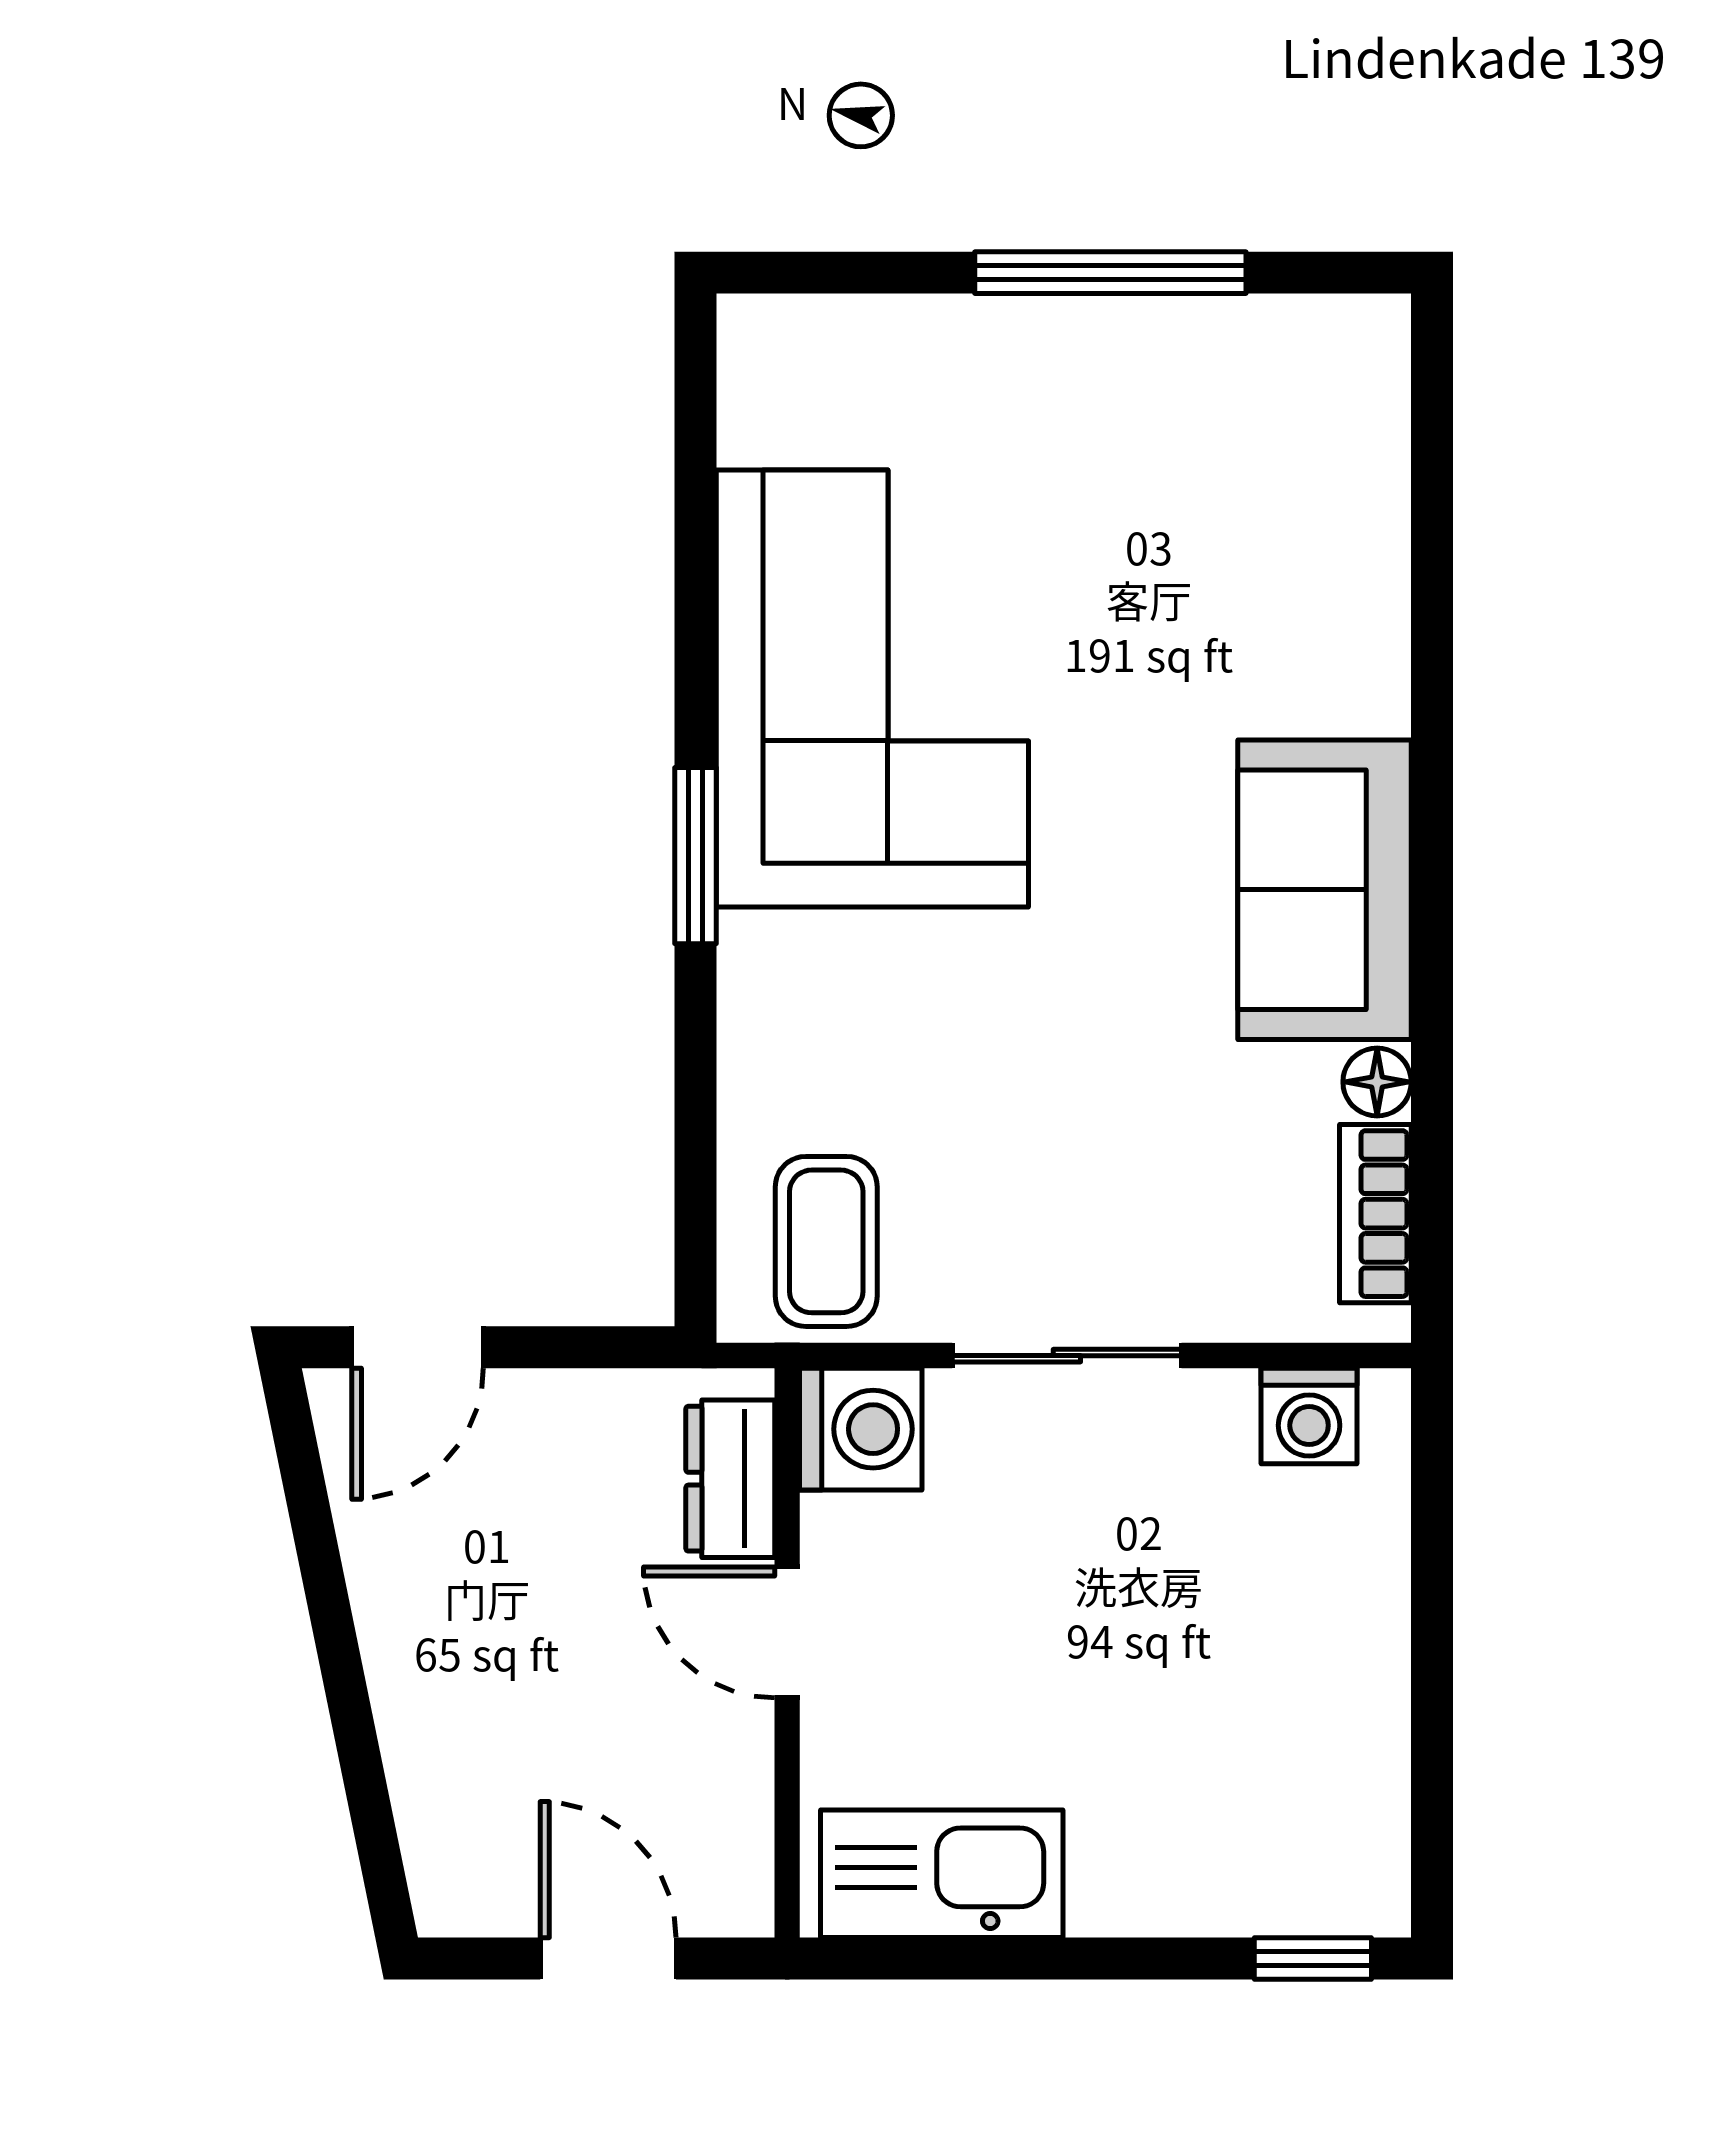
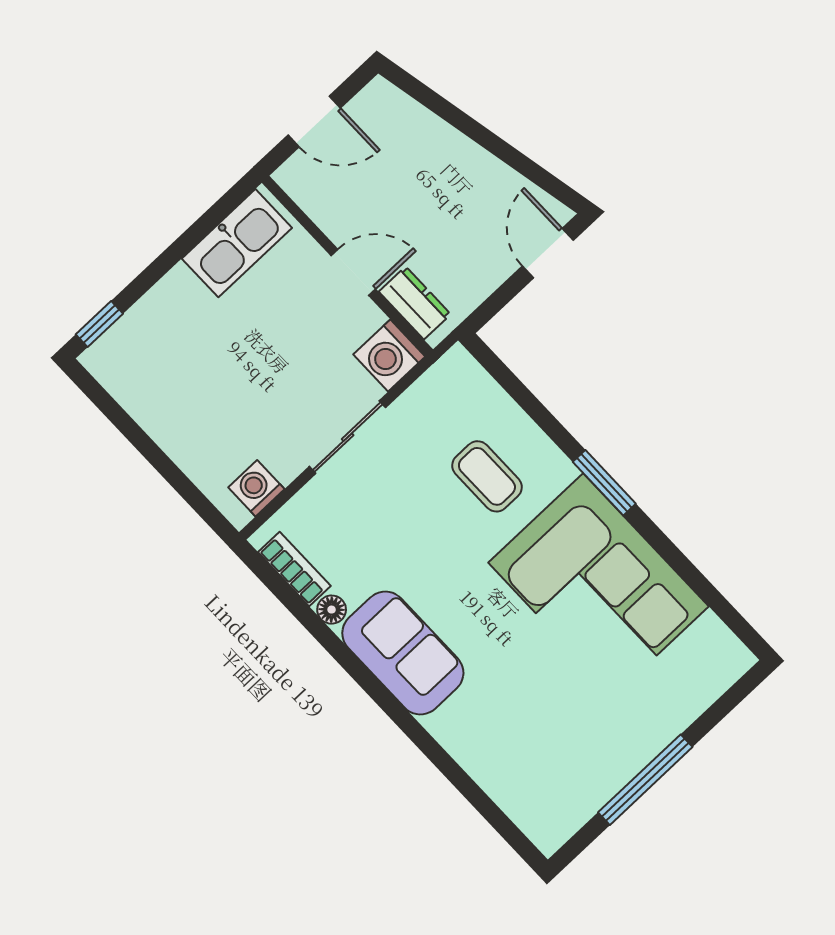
coffee table: (826, 1241) -> (487, 476), moved

